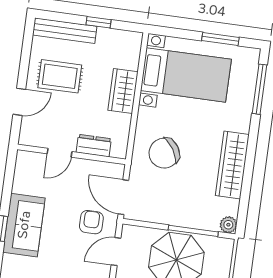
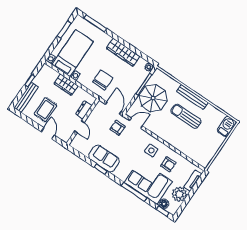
chair: (164, 153) -> (103, 80), turned -147
door: (123, 197) -> (113, 108), swing flipped
door: (116, 252) -> (136, 123), swing flipped

